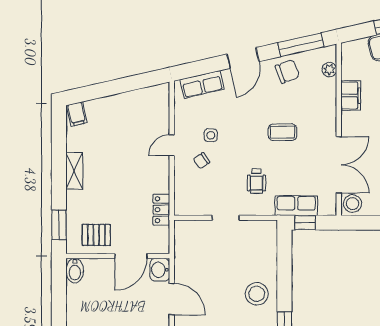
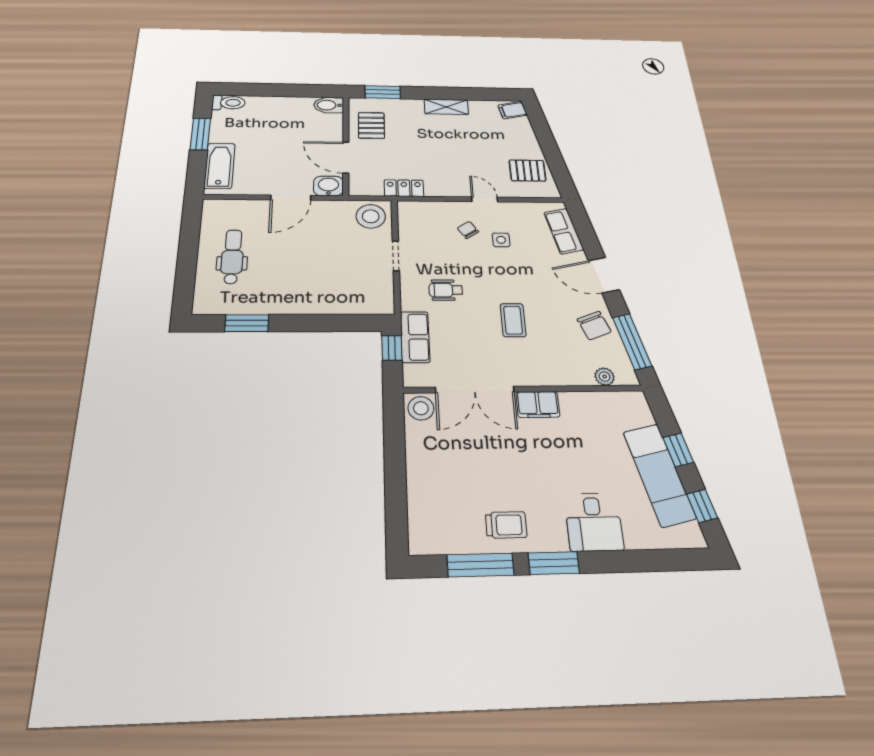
filing cabinet: (351, 95) -> (538, 404), moved
pallet: (142, 107) -> (527, 171), added
stool: (257, 294) -> (371, 216), moved

